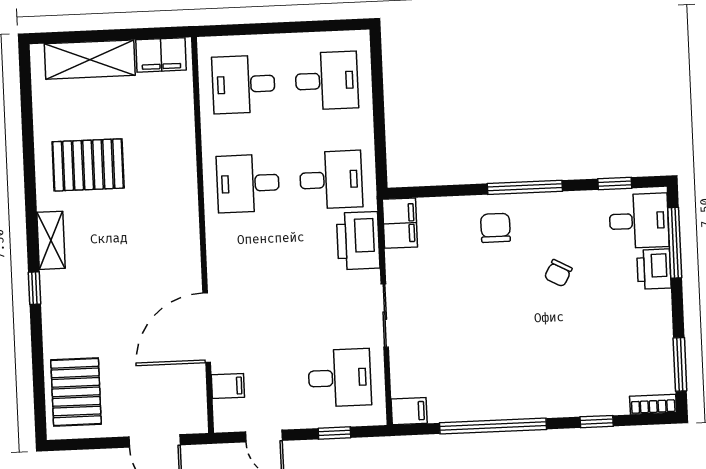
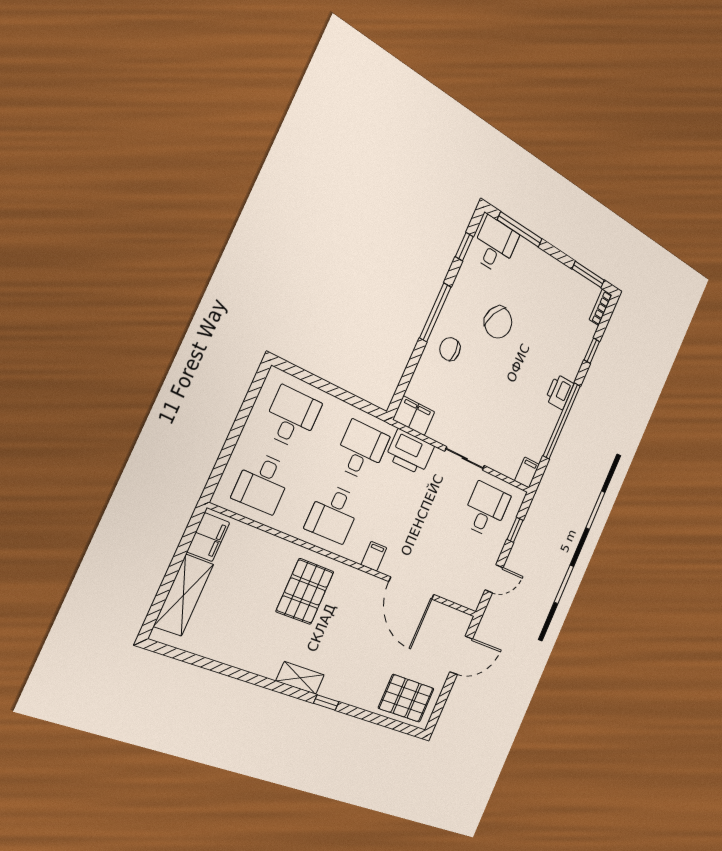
pallet: (88, 165) -> (305, 591), moved
printer: (654, 269) -> (559, 392), moved, turned 90
chair: (558, 273) -> (498, 322), width x1.87, depth x1.87
filing cabinet: (228, 386) -> (374, 556), moved

